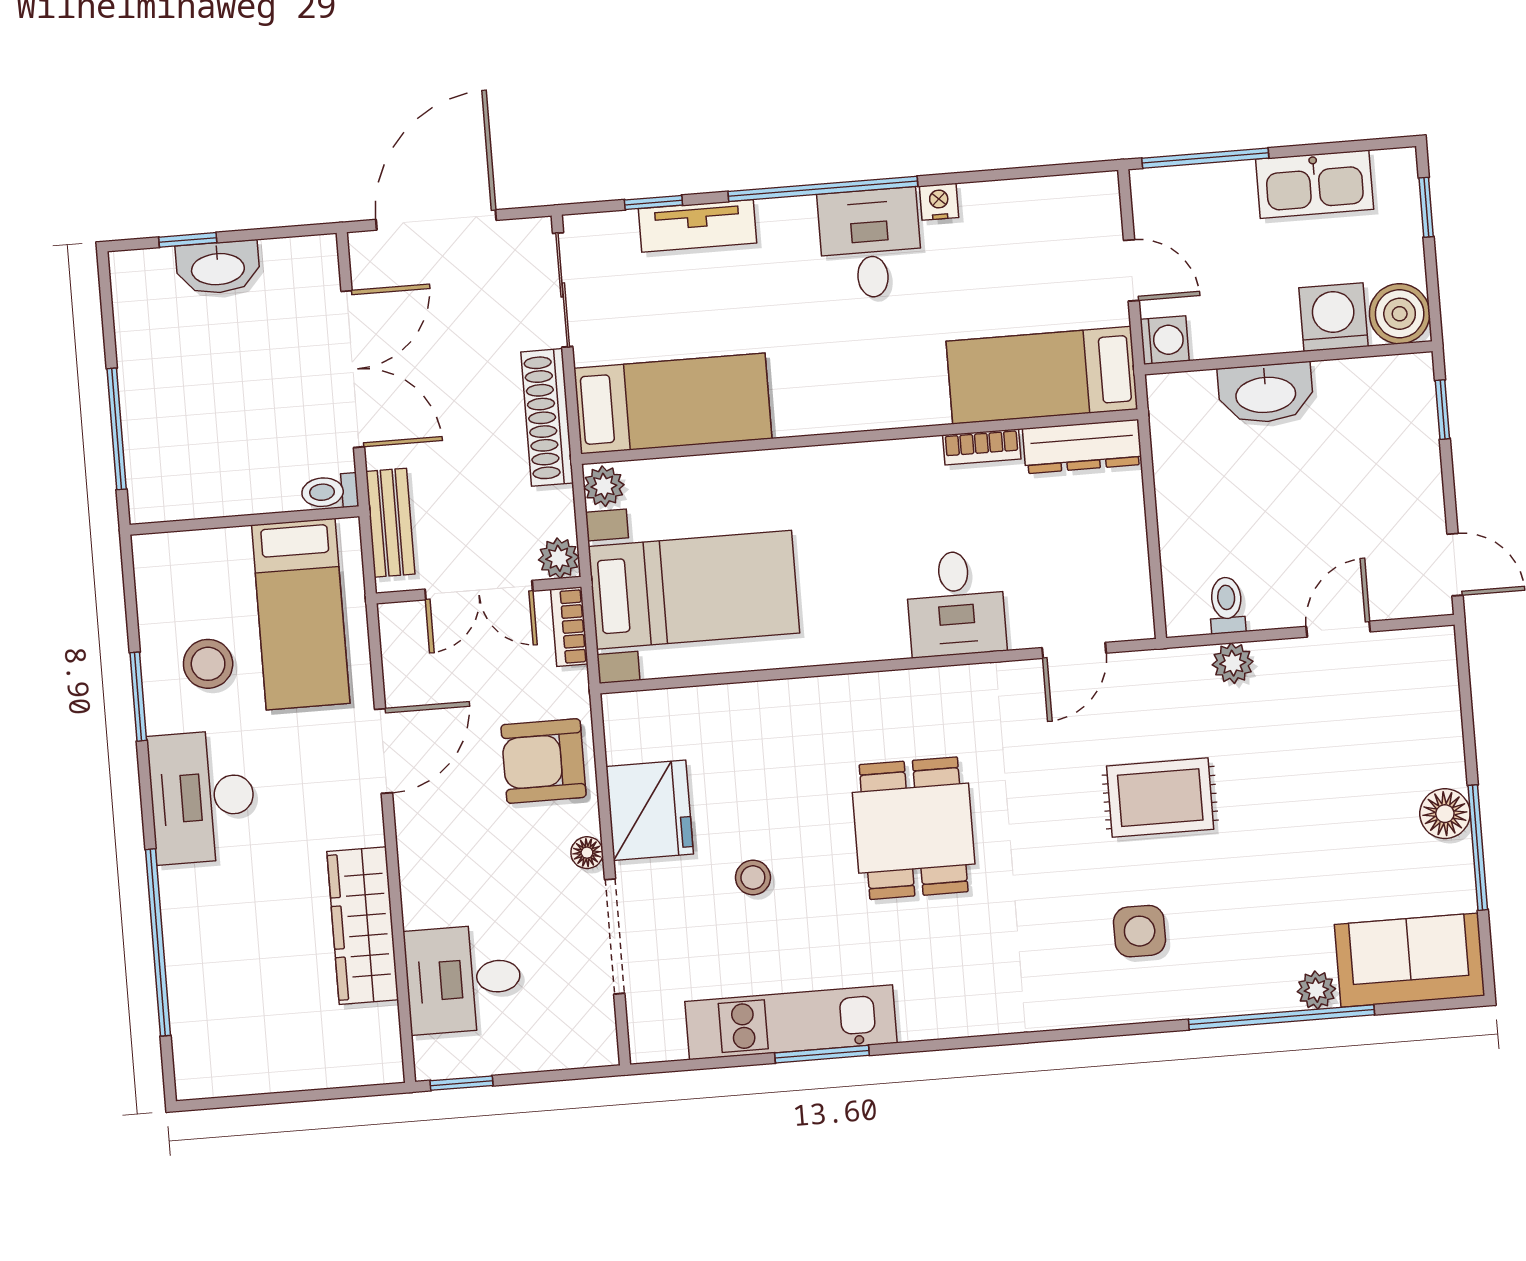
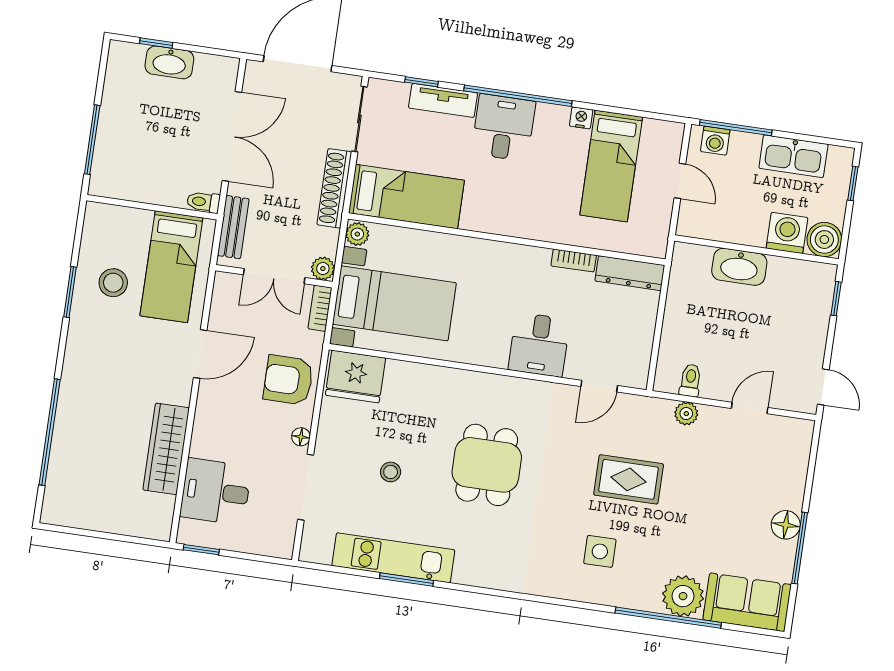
desk: (870, 244) -> (503, 128), moved
washing machine: (1165, 340) -> (715, 141), moved, turned 90
bed: (1042, 375) -> (611, 166), moved, turned -90
desk: (202, 797) -> (93, 356), removed
fridge: (650, 810) -> (355, 377), moved, turned 90
plant: (1316, 990) -> (683, 596), width x1.88, depth x1.88

